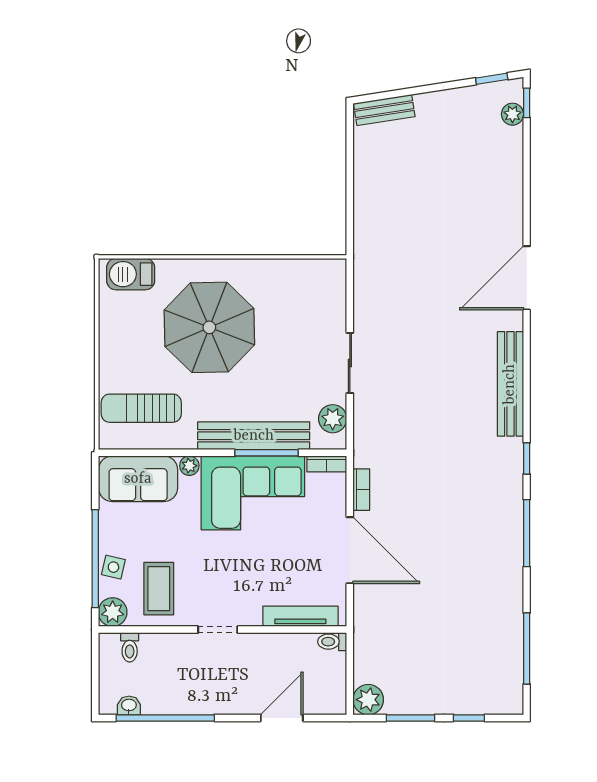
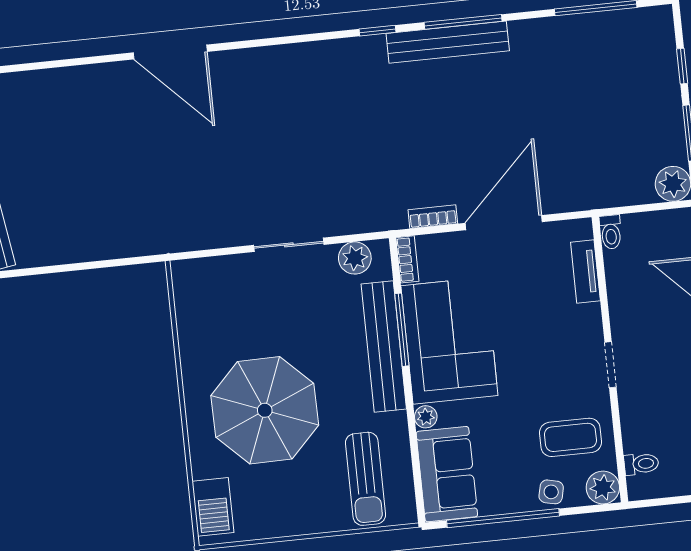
bench: (510, 384) -> (448, 42), moved
window: (95, 559) -> (503, 518), moved
tv unit: (300, 616) -> (585, 272), width x0.71

